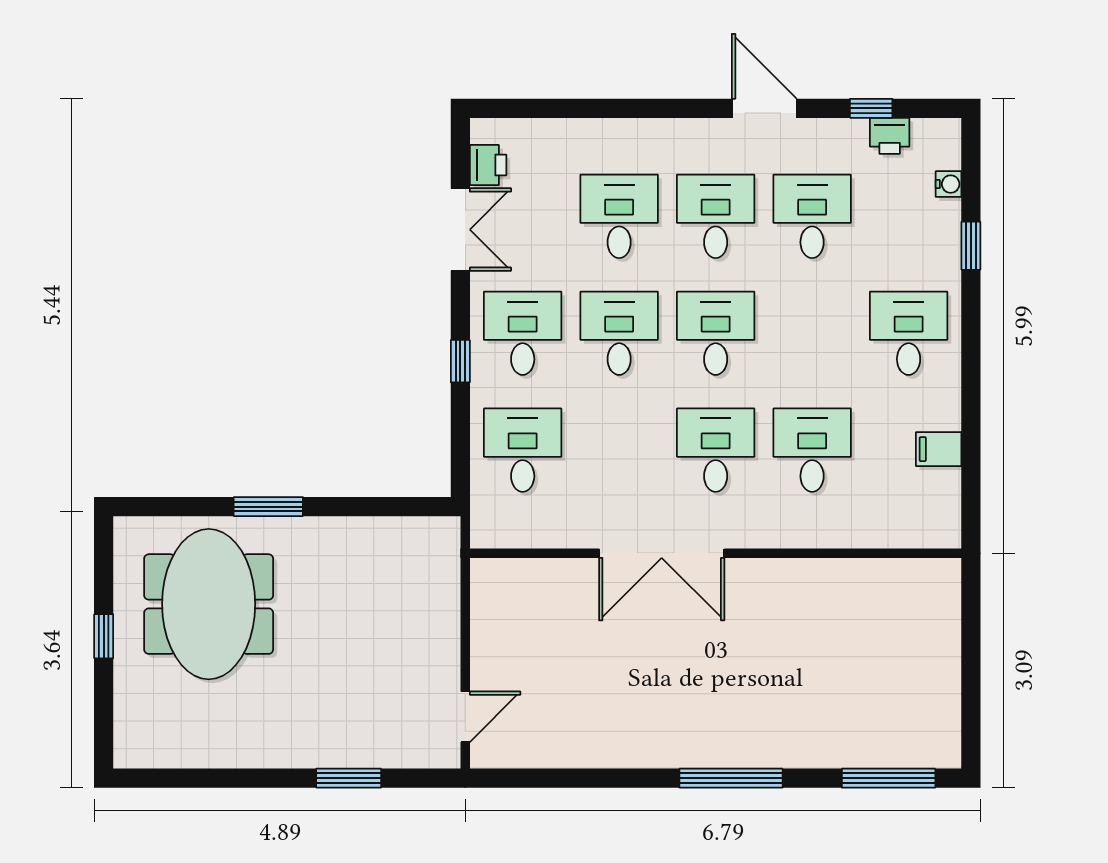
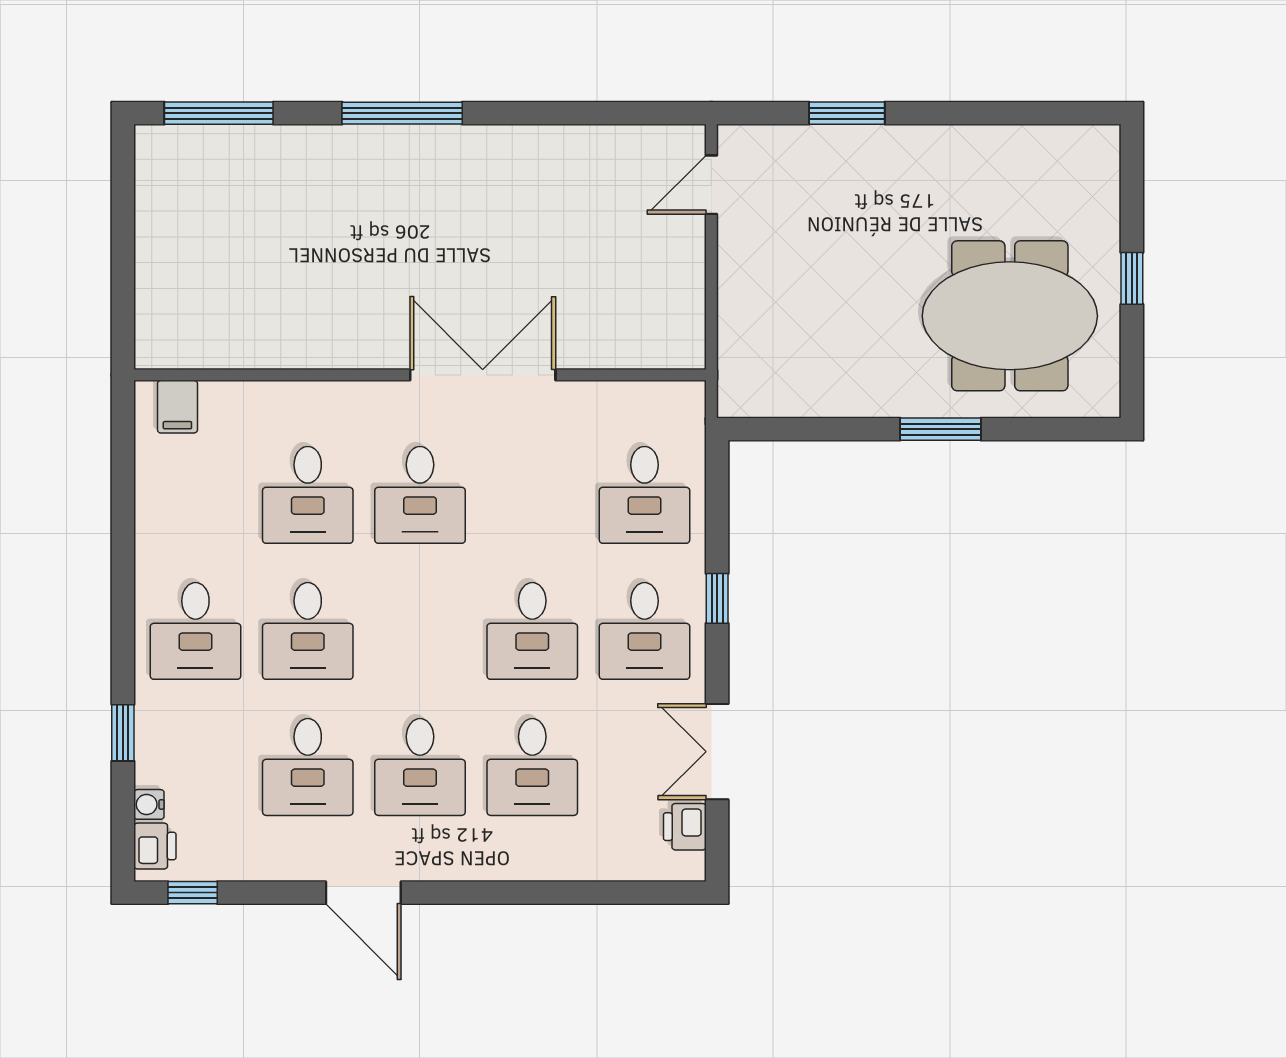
window: (871, 108) -> (193, 893), moved
printer: (890, 136) -> (155, 846), moved, turned 90
desk: (716, 333) -> (308, 631), moved
filing cabinet: (939, 449) -> (177, 407), moved, turned 90
meeting table: (209, 604) -> (1010, 316), turned 90

